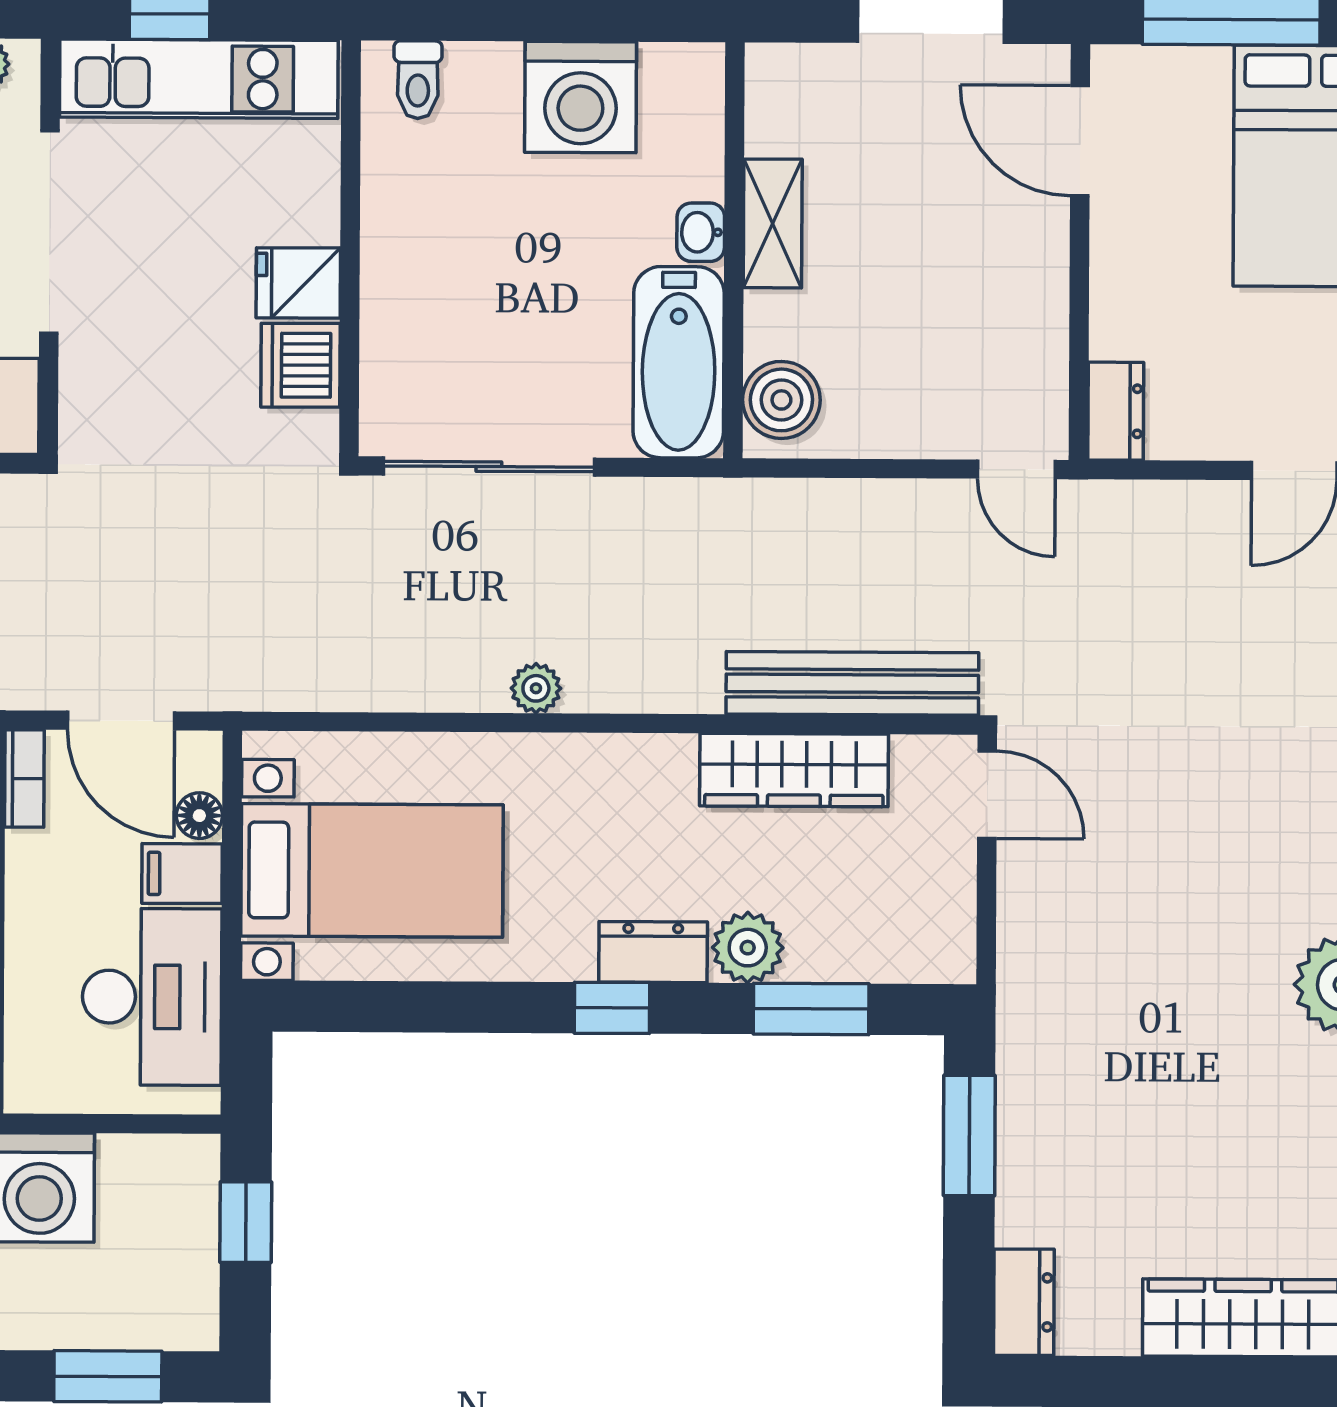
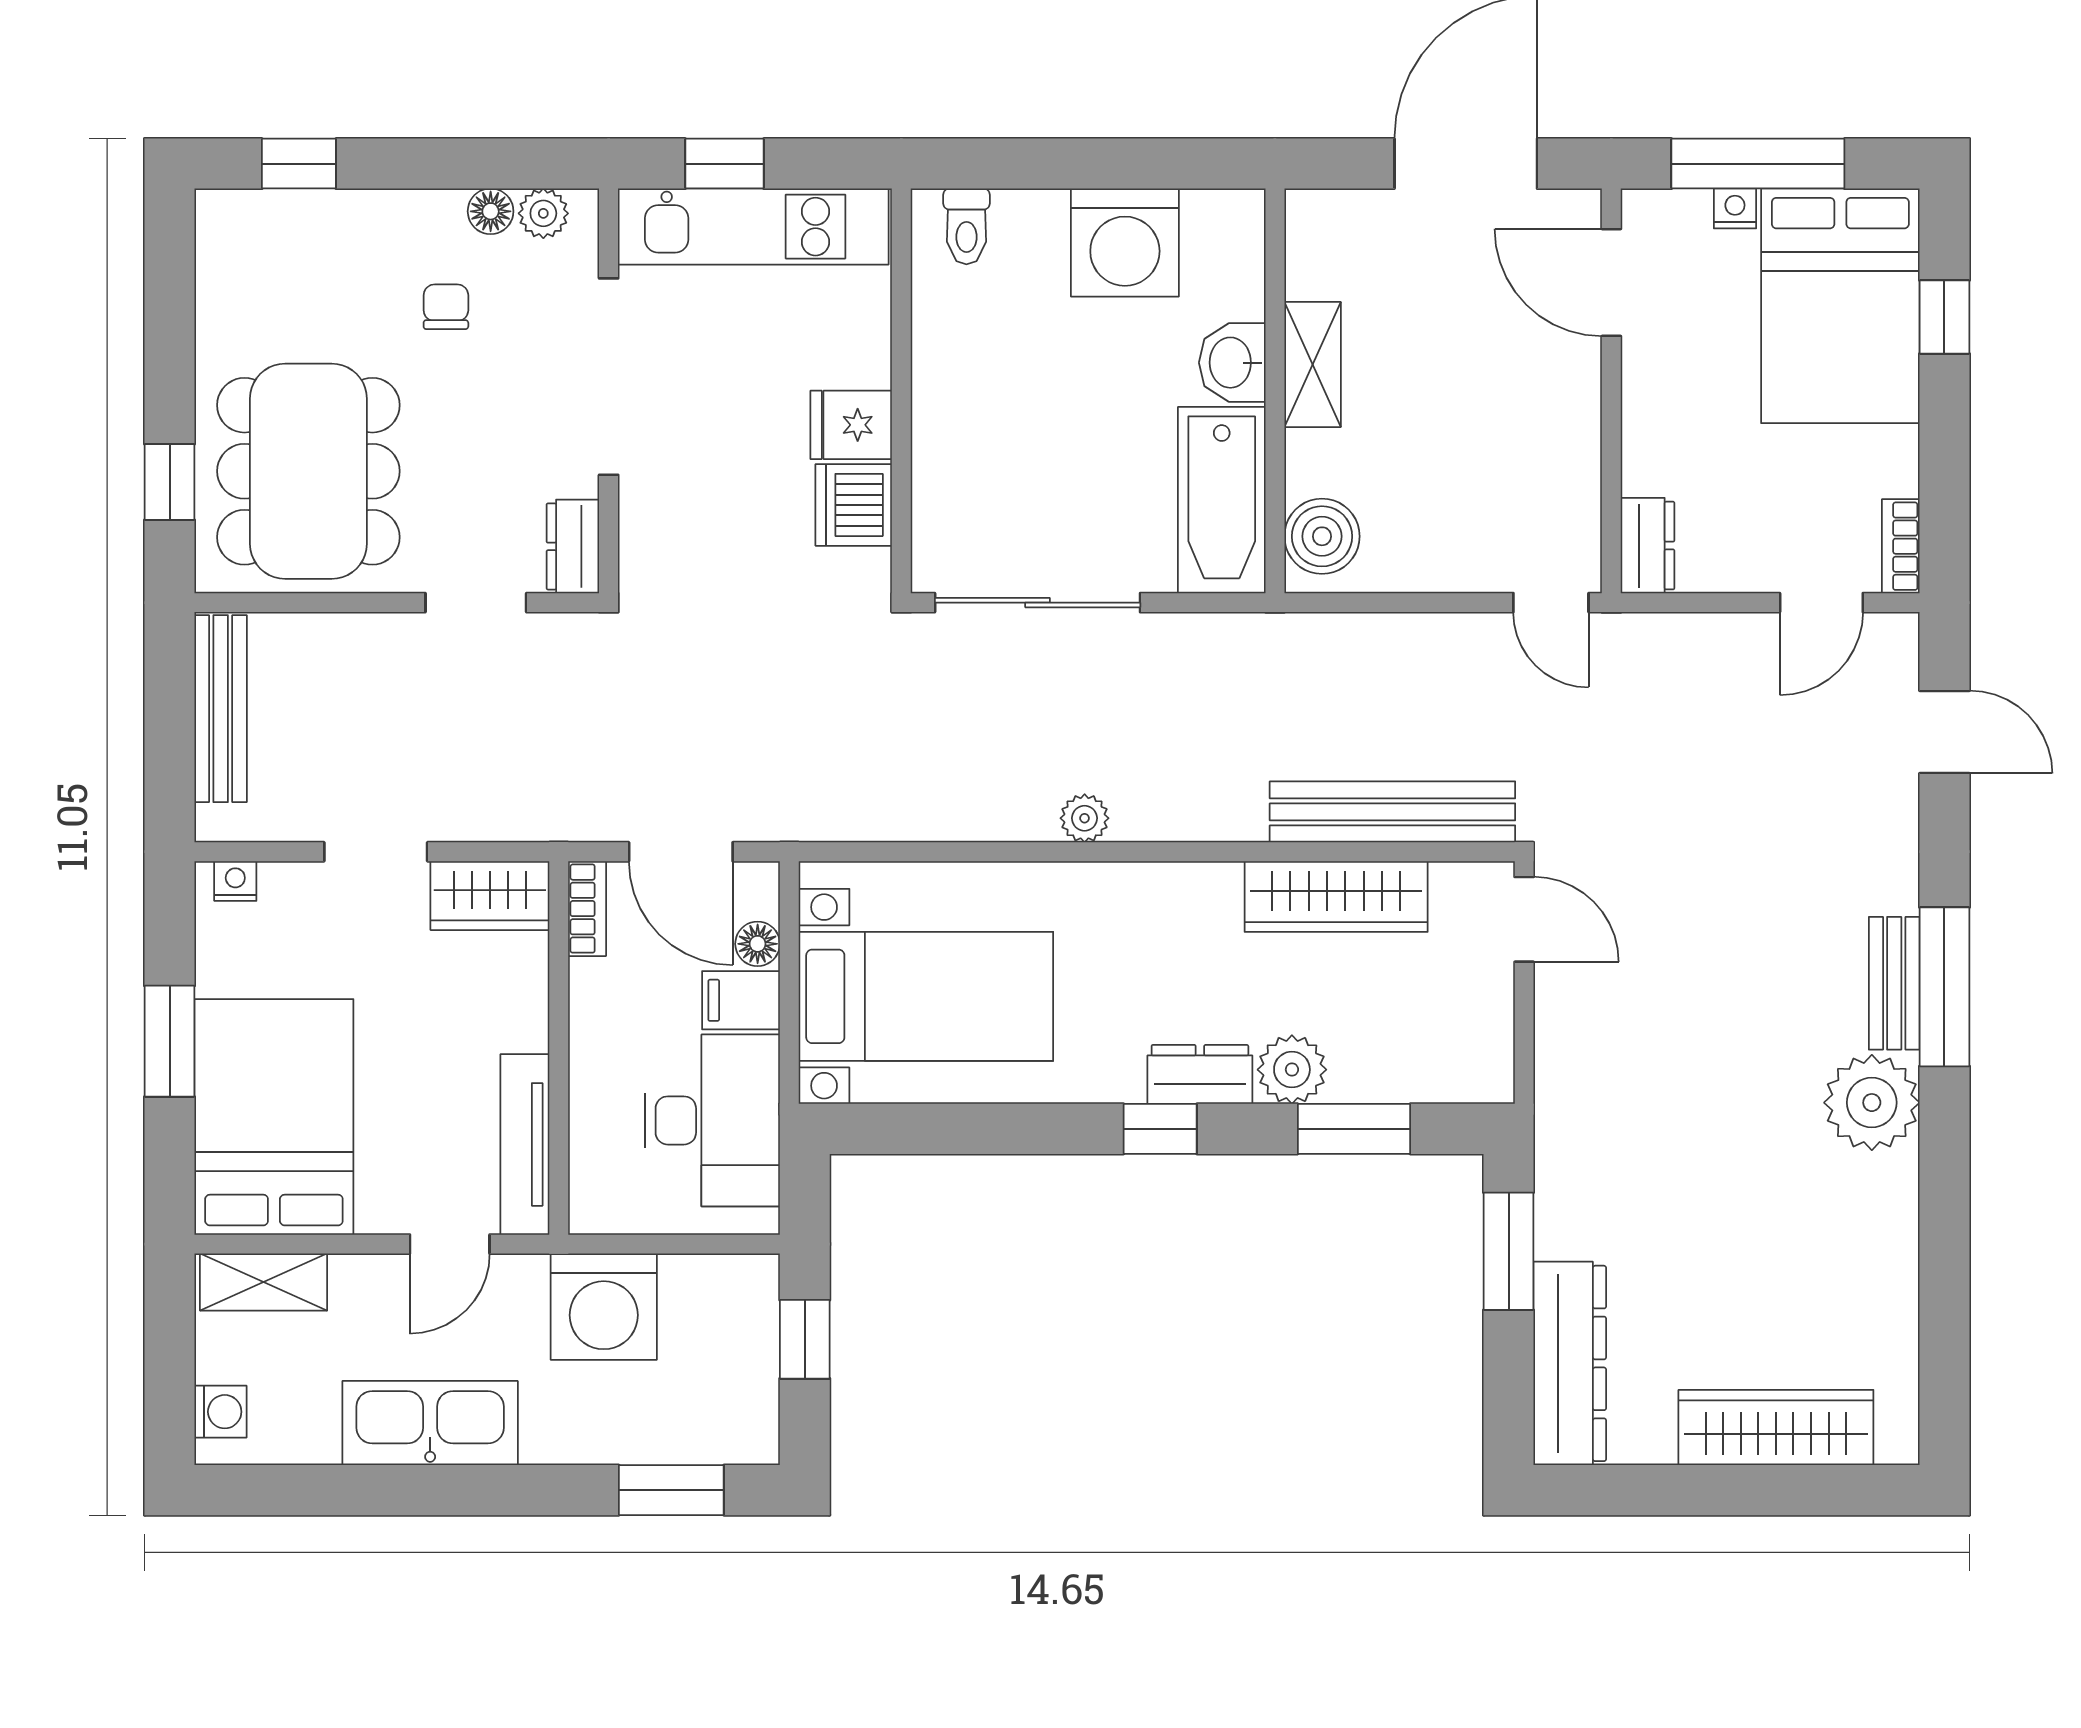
nightstand: (1207, 65) -> (1735, 208), added
washbasin: (701, 232) -> (1232, 363), width x1.38, depth x1.45
dresser: (1024, 1302) -> (1570, 1363), width x1.96, depth x1.24

